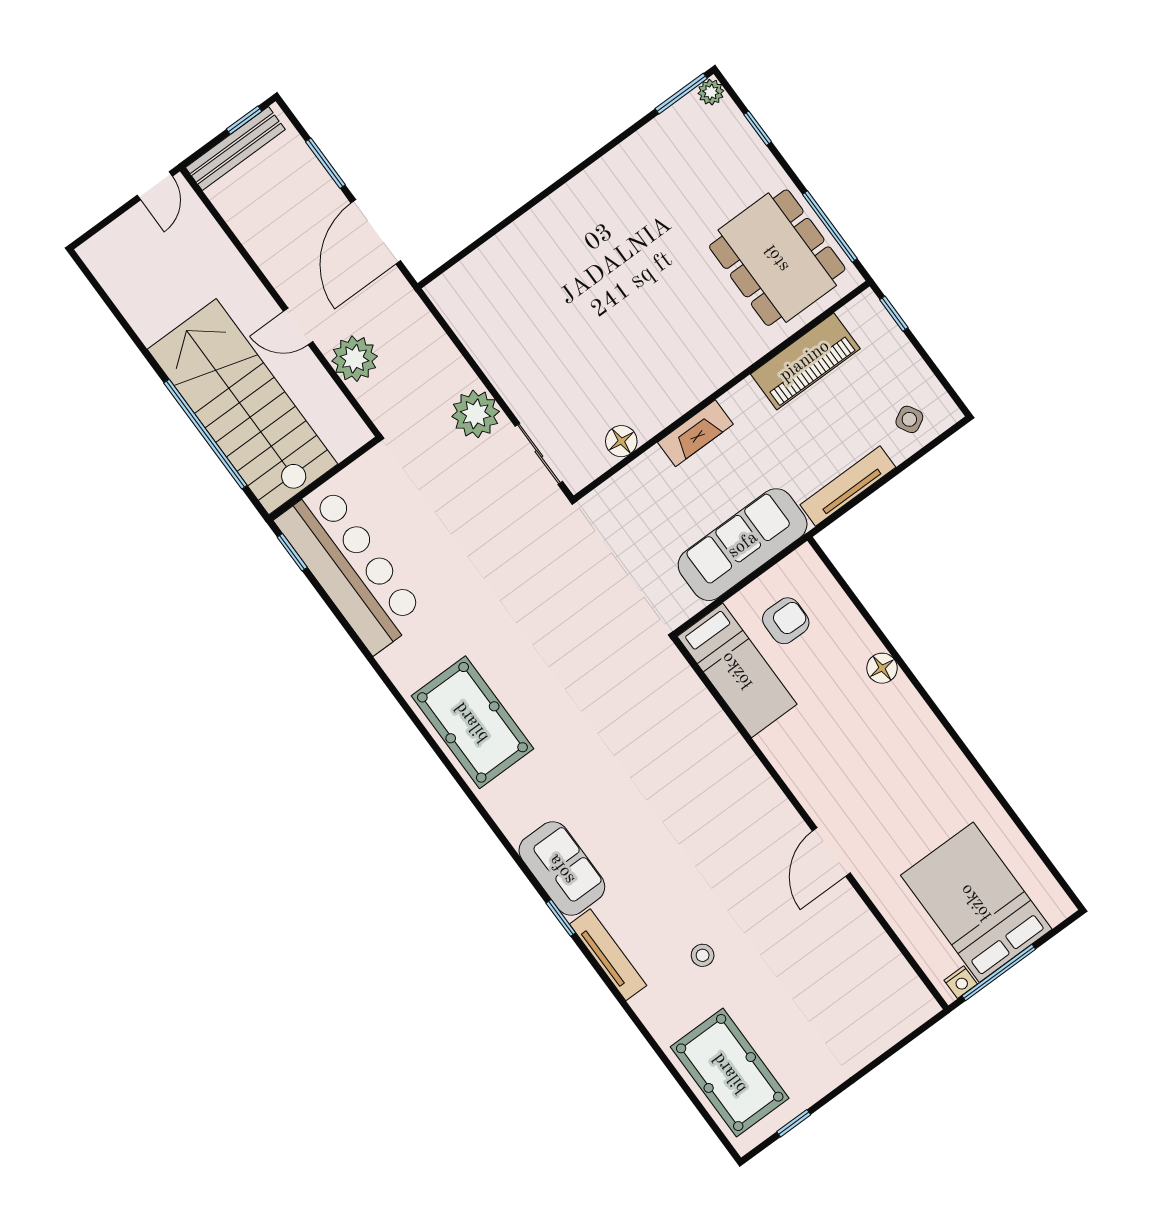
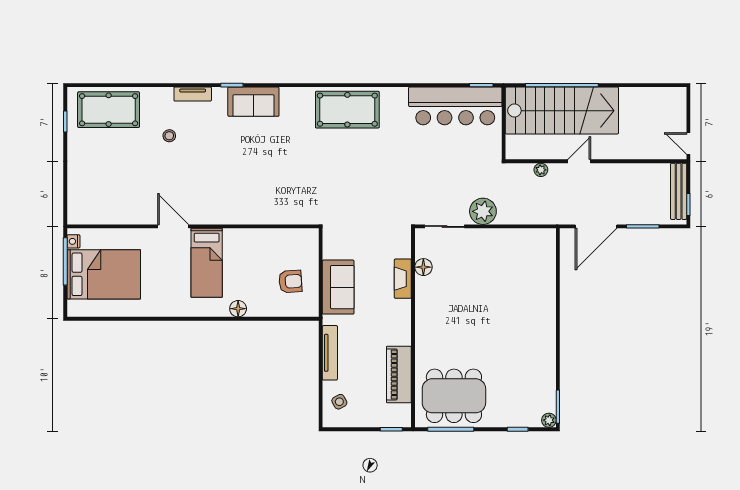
door: (376, 232) -> (596, 226), swing flipped
plant: (355, 359) -> (541, 170), width x0.53, depth x0.53
fireplace: (695, 433) -> (403, 279), moved
sofa: (743, 545) -> (338, 287), width x0.73
armchair: (786, 621) -> (290, 281), turned -95
bed: (737, 670) -> (207, 263), moved, turned -90
tv unit: (608, 955) -> (193, 94), width x0.71

